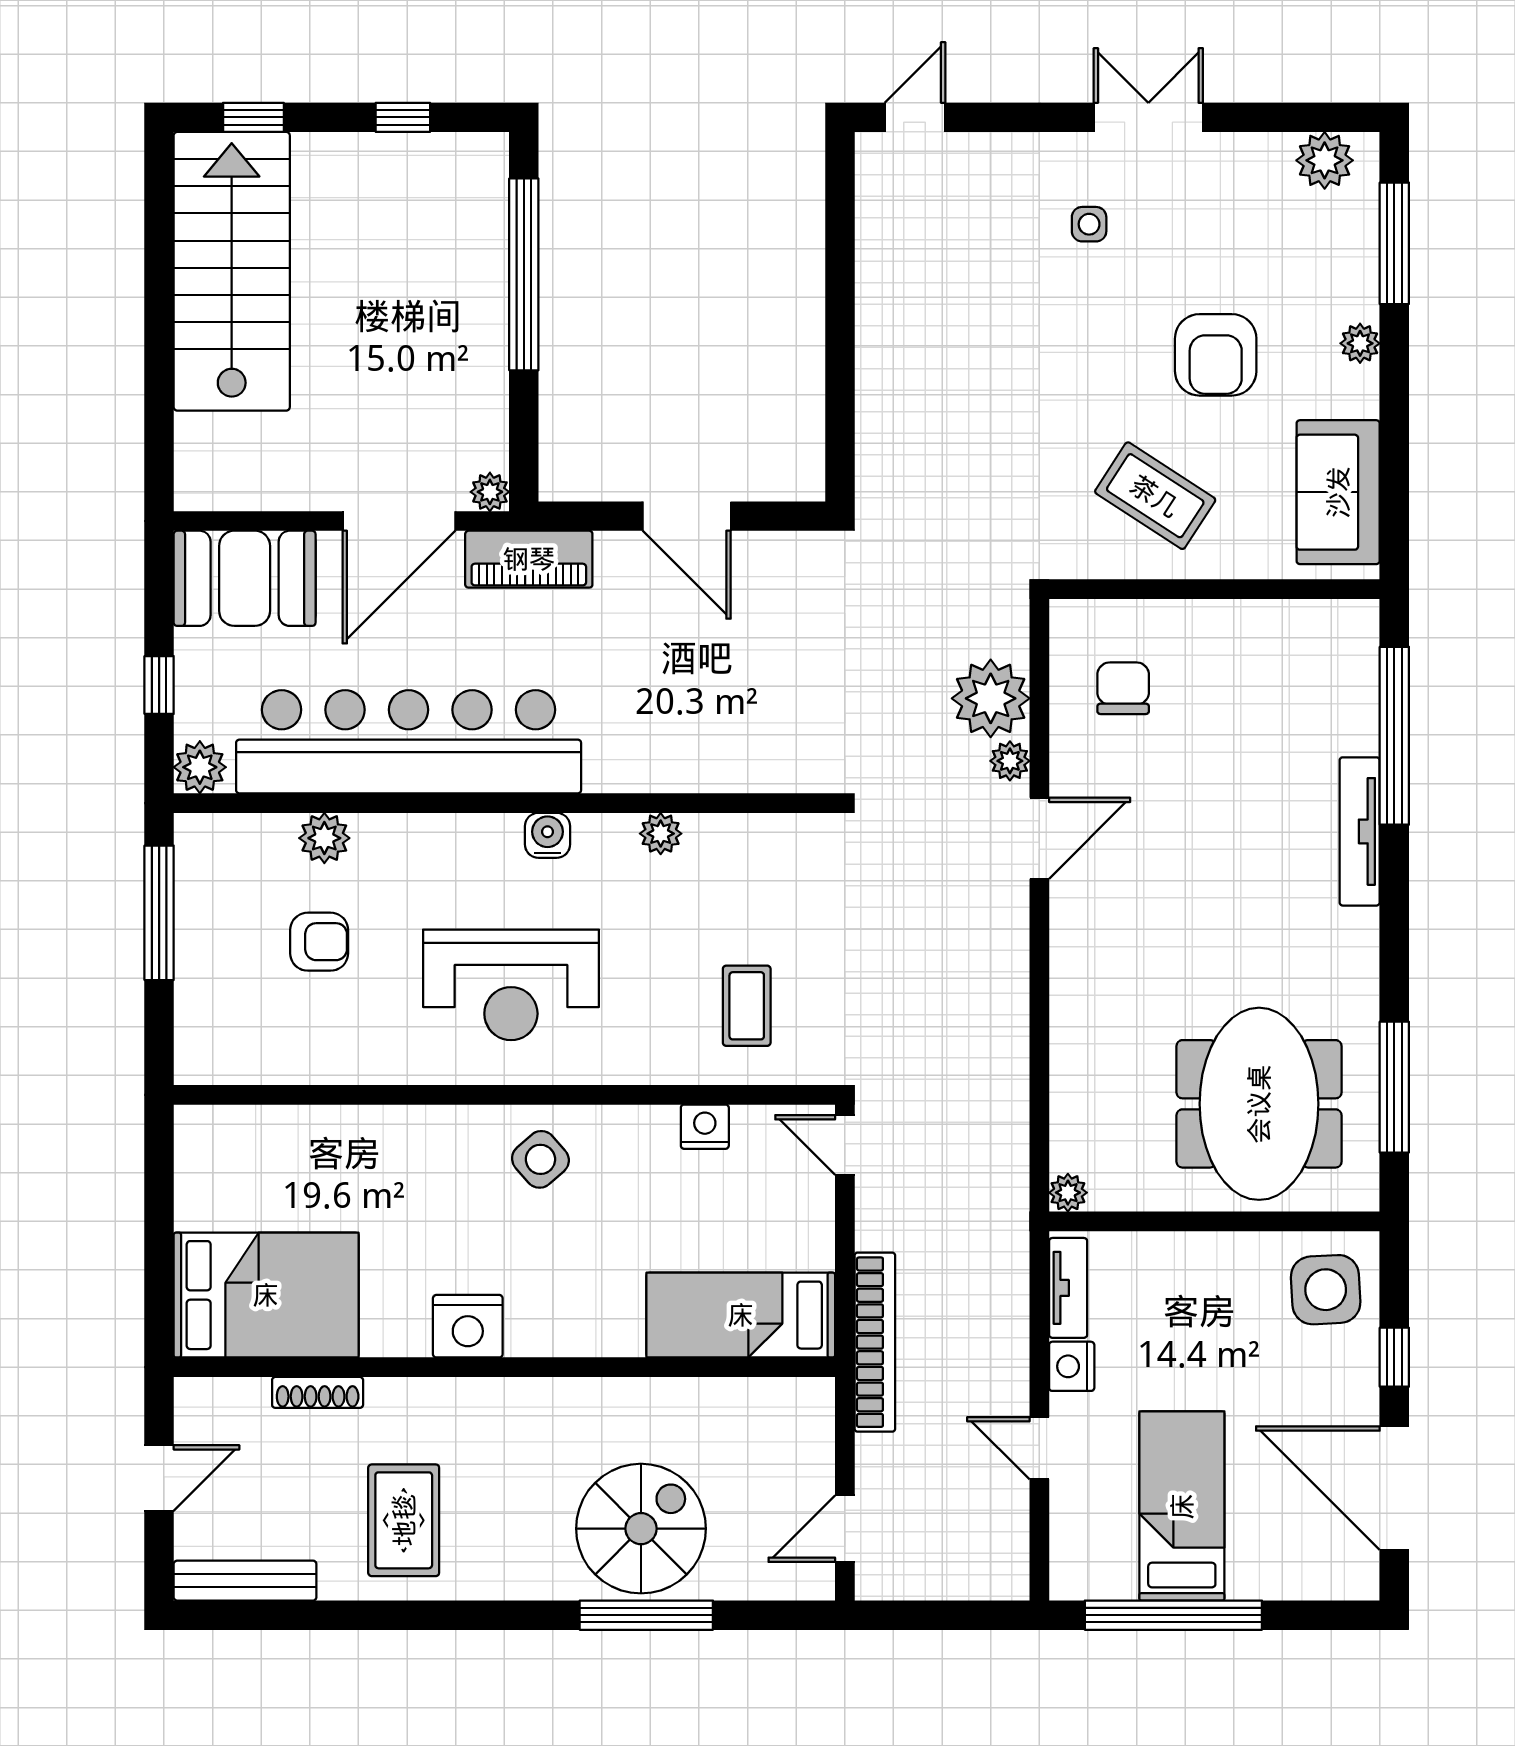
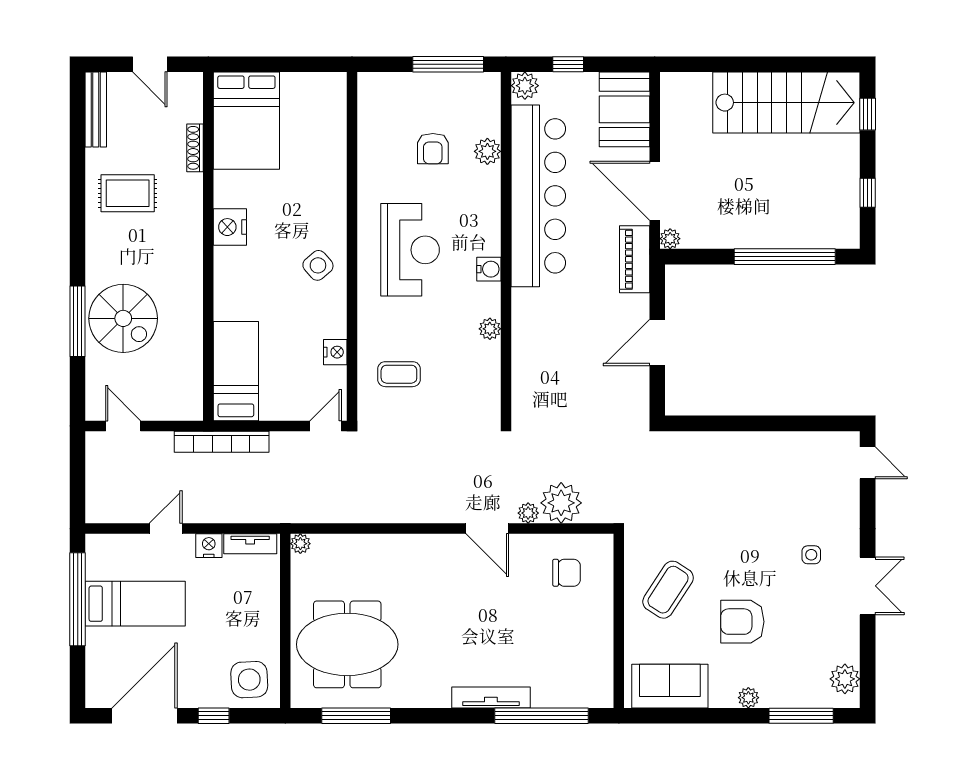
reception desk: (511, 985) -> (410, 250), turned 180

